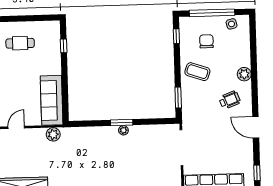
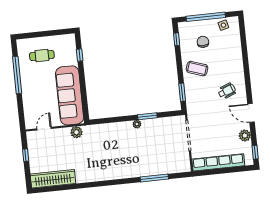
plant: (244, 74) -> (245, 136), moved
sofa: (52, 100) -> (70, 95), width x1.36, depth x1.27
window: (122, 123) -> (147, 116), moved

